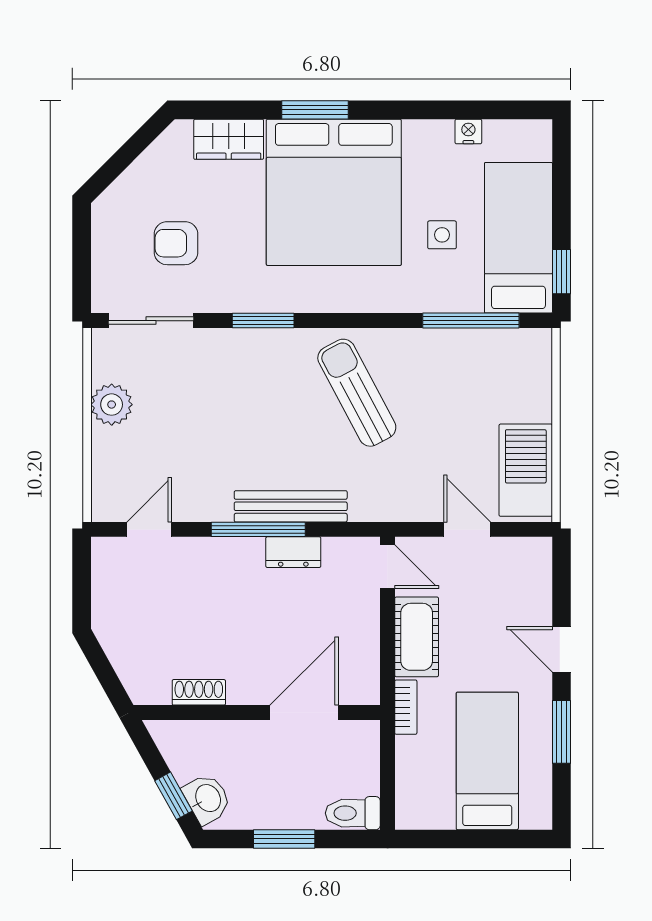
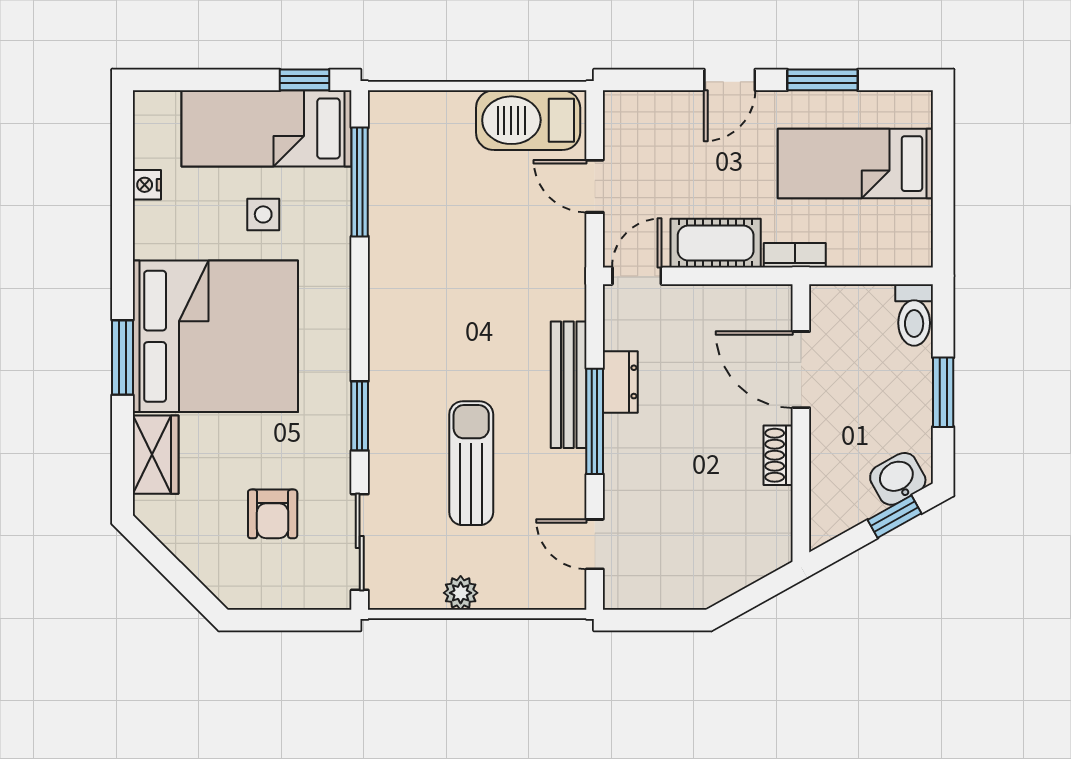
sun lounger: (357, 393) -> (471, 463), moved, turned 118
plant: (112, 405) -> (461, 593), width x0.73, depth x0.73
door: (467, 529) -> (595, 186), hinge flipped
shoe rack: (199, 692) -> (778, 455), moved

